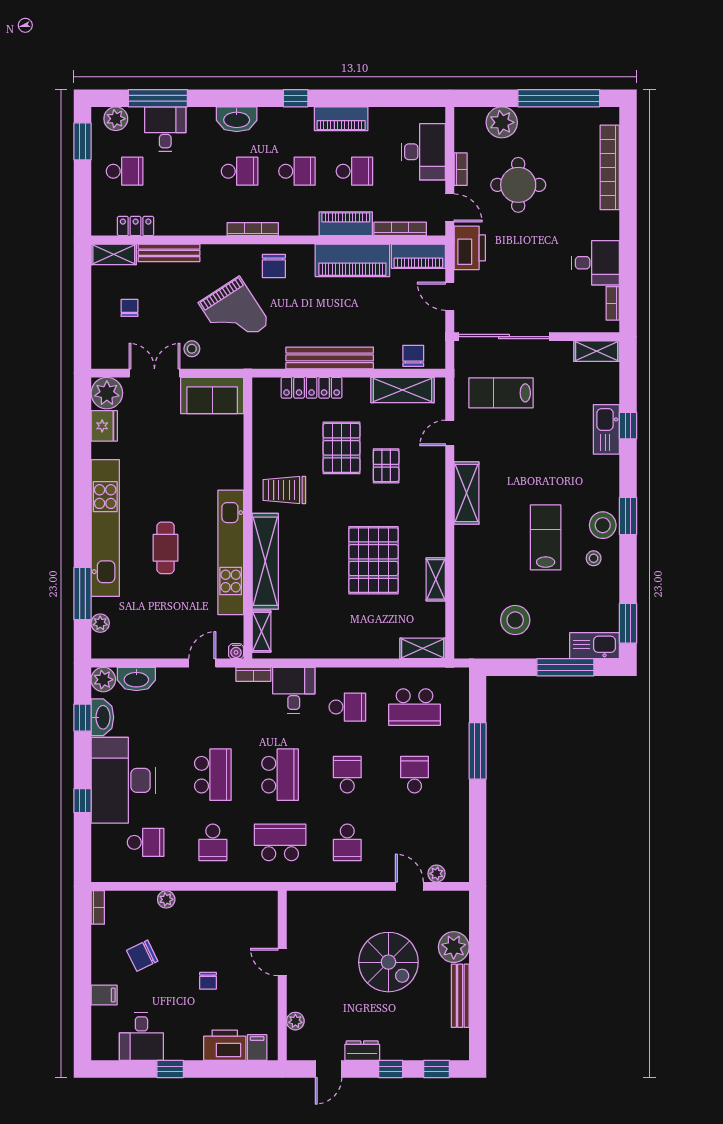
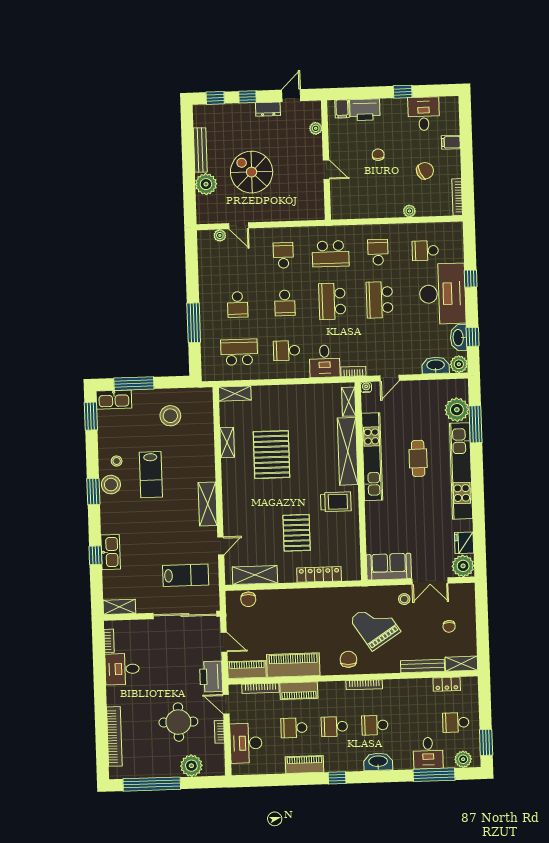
bench: (330, 358) -> (307, 596), removed
pallet: (386, 466) -> (265, 521), removed
plant: (100, 623) -> (457, 410), width x1.88, depth x1.88
bookcase: (98, 907) -> (457, 197), width x1.56

